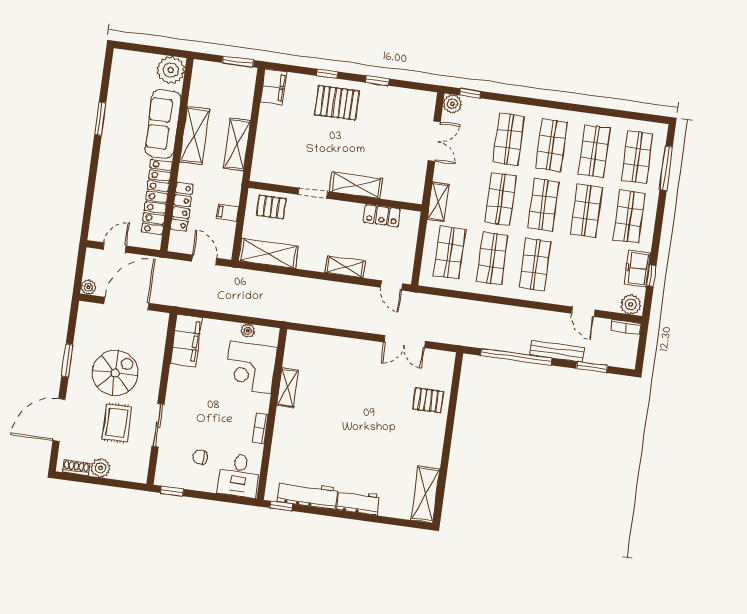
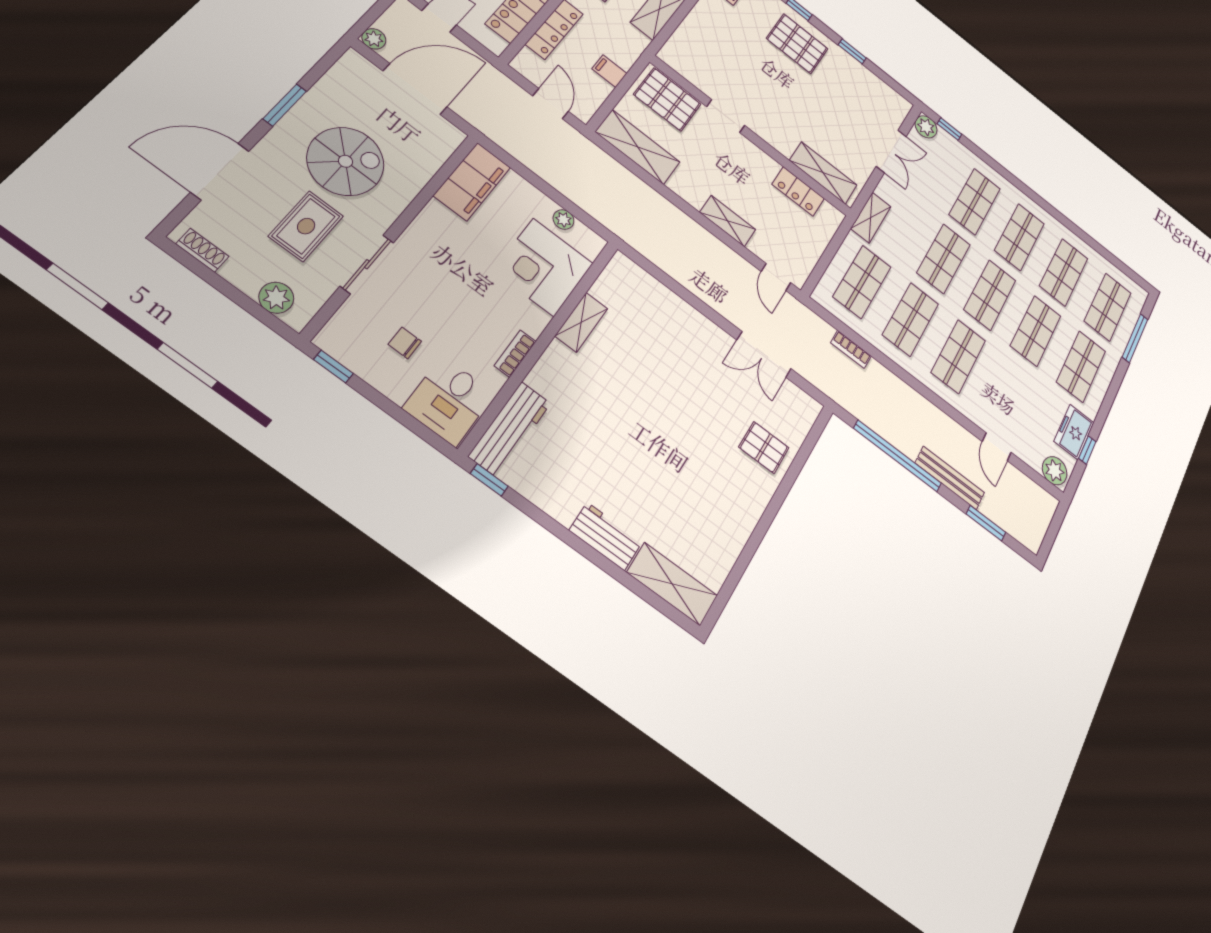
shelving: (356, 185) -> (823, 173), moved
pallet: (271, 207) -> (667, 99), width x1.50, depth x1.42
bookcase: (626, 327) -> (851, 349), moved
plant: (101, 468) -> (276, 298), moved
shelving: (426, 494) -> (672, 584), moved, turned 90
workbench: (308, 495) -> (510, 429), moved, turned 90

